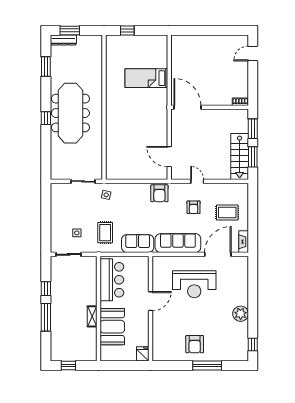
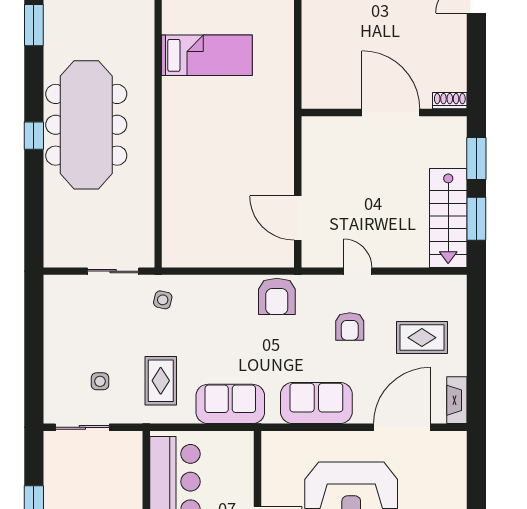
bed: (146, 78) -> (207, 55), moved, turned 180
door: (187, 107) -> (391, 113), moved
sofa: (178, 243) -> (316, 403), width x0.73

